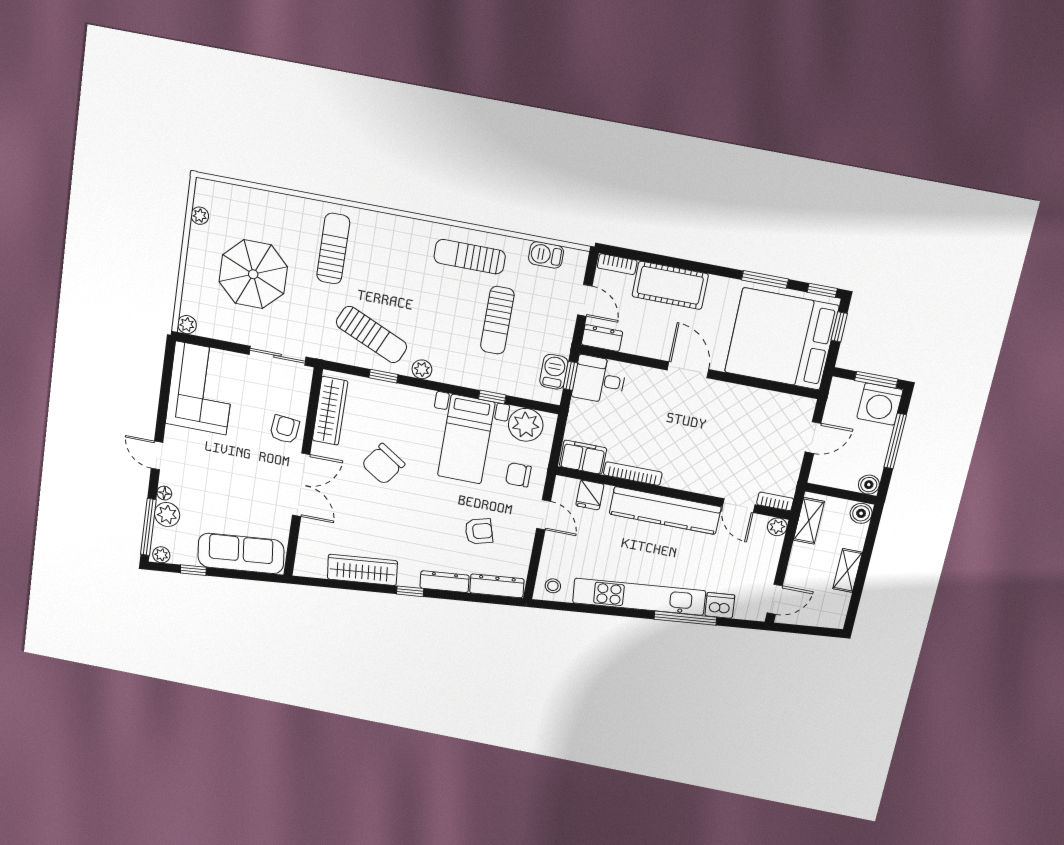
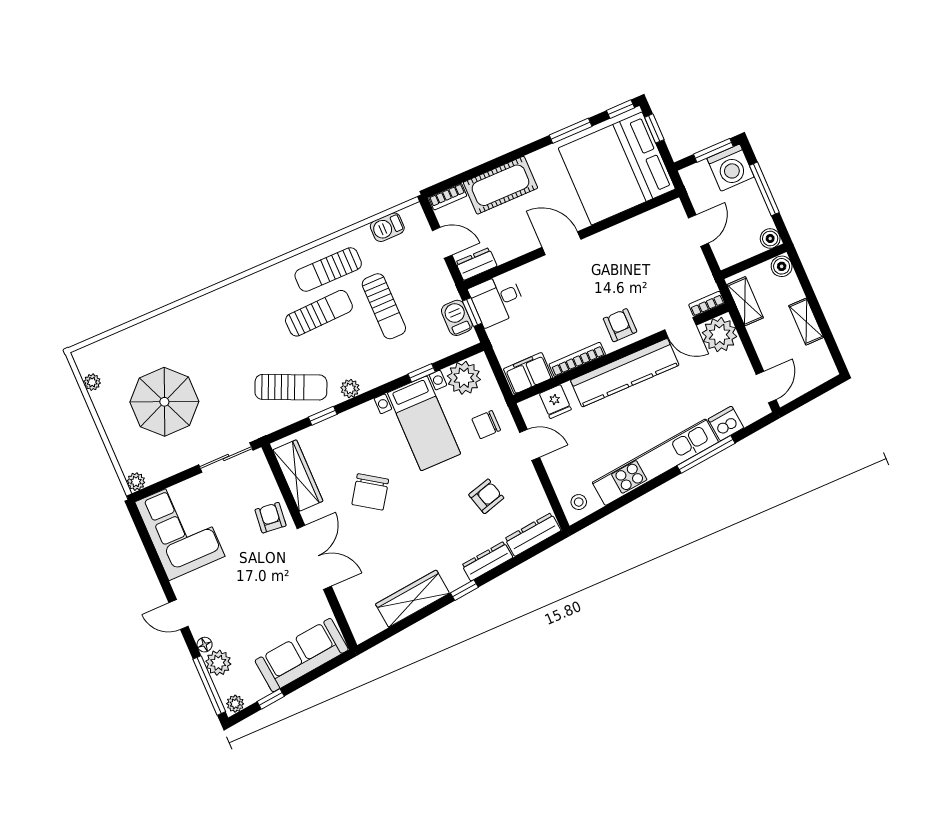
sun lounger: (333, 249) -> (319, 313), moved, turned 88
armchair: (689, 470) -> (620, 325), added
plant: (777, 527) -> (719, 335), width x1.88, depth x1.88

